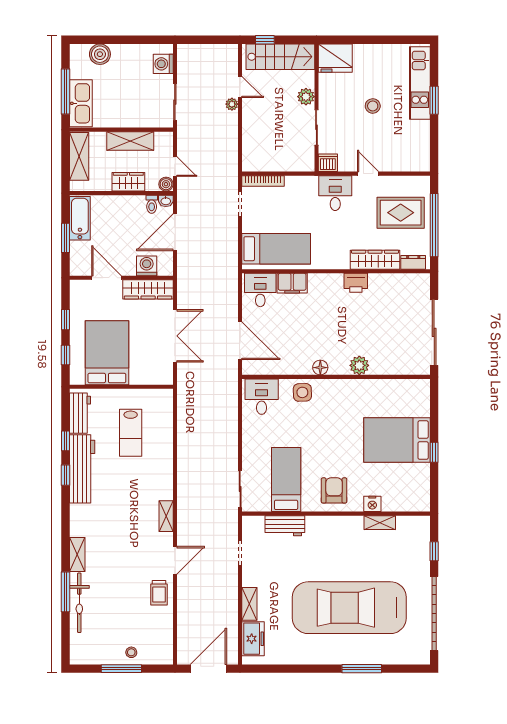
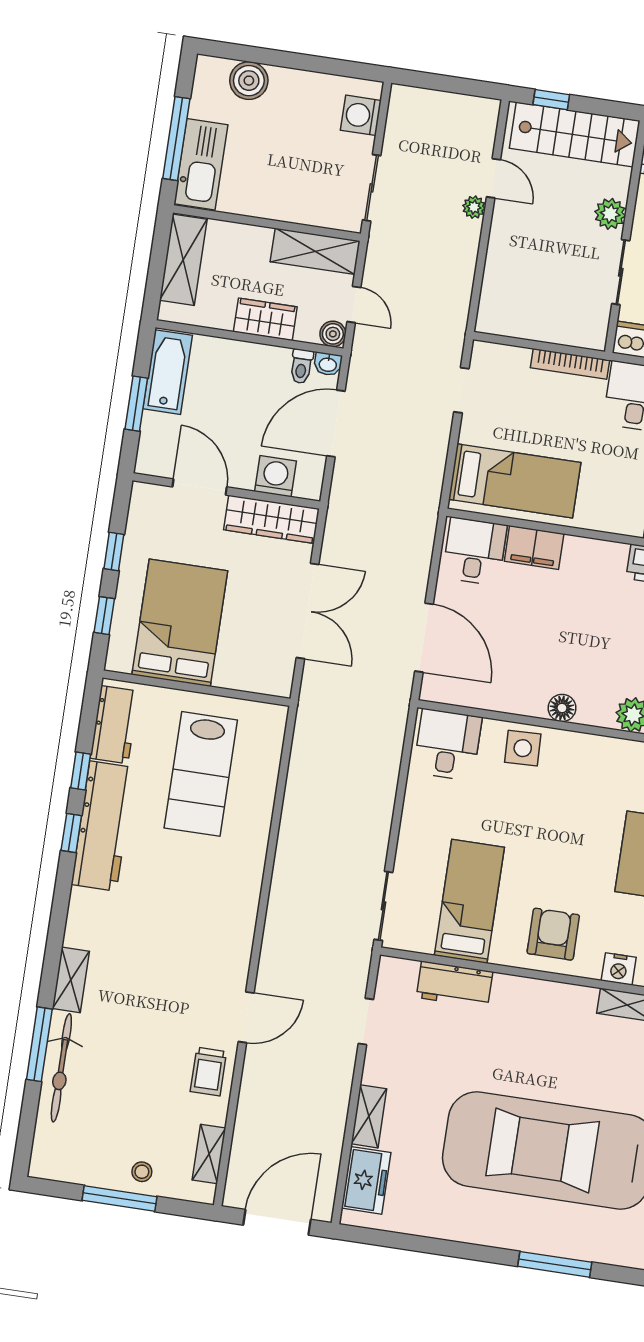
shelving: (130, 141) -> (315, 251), moved
bookcase: (263, 181) -> (570, 364), moved
lab bench: (131, 433) -> (201, 774), width x1.36, depth x1.39
shelving: (166, 516) -> (209, 1154), moved

